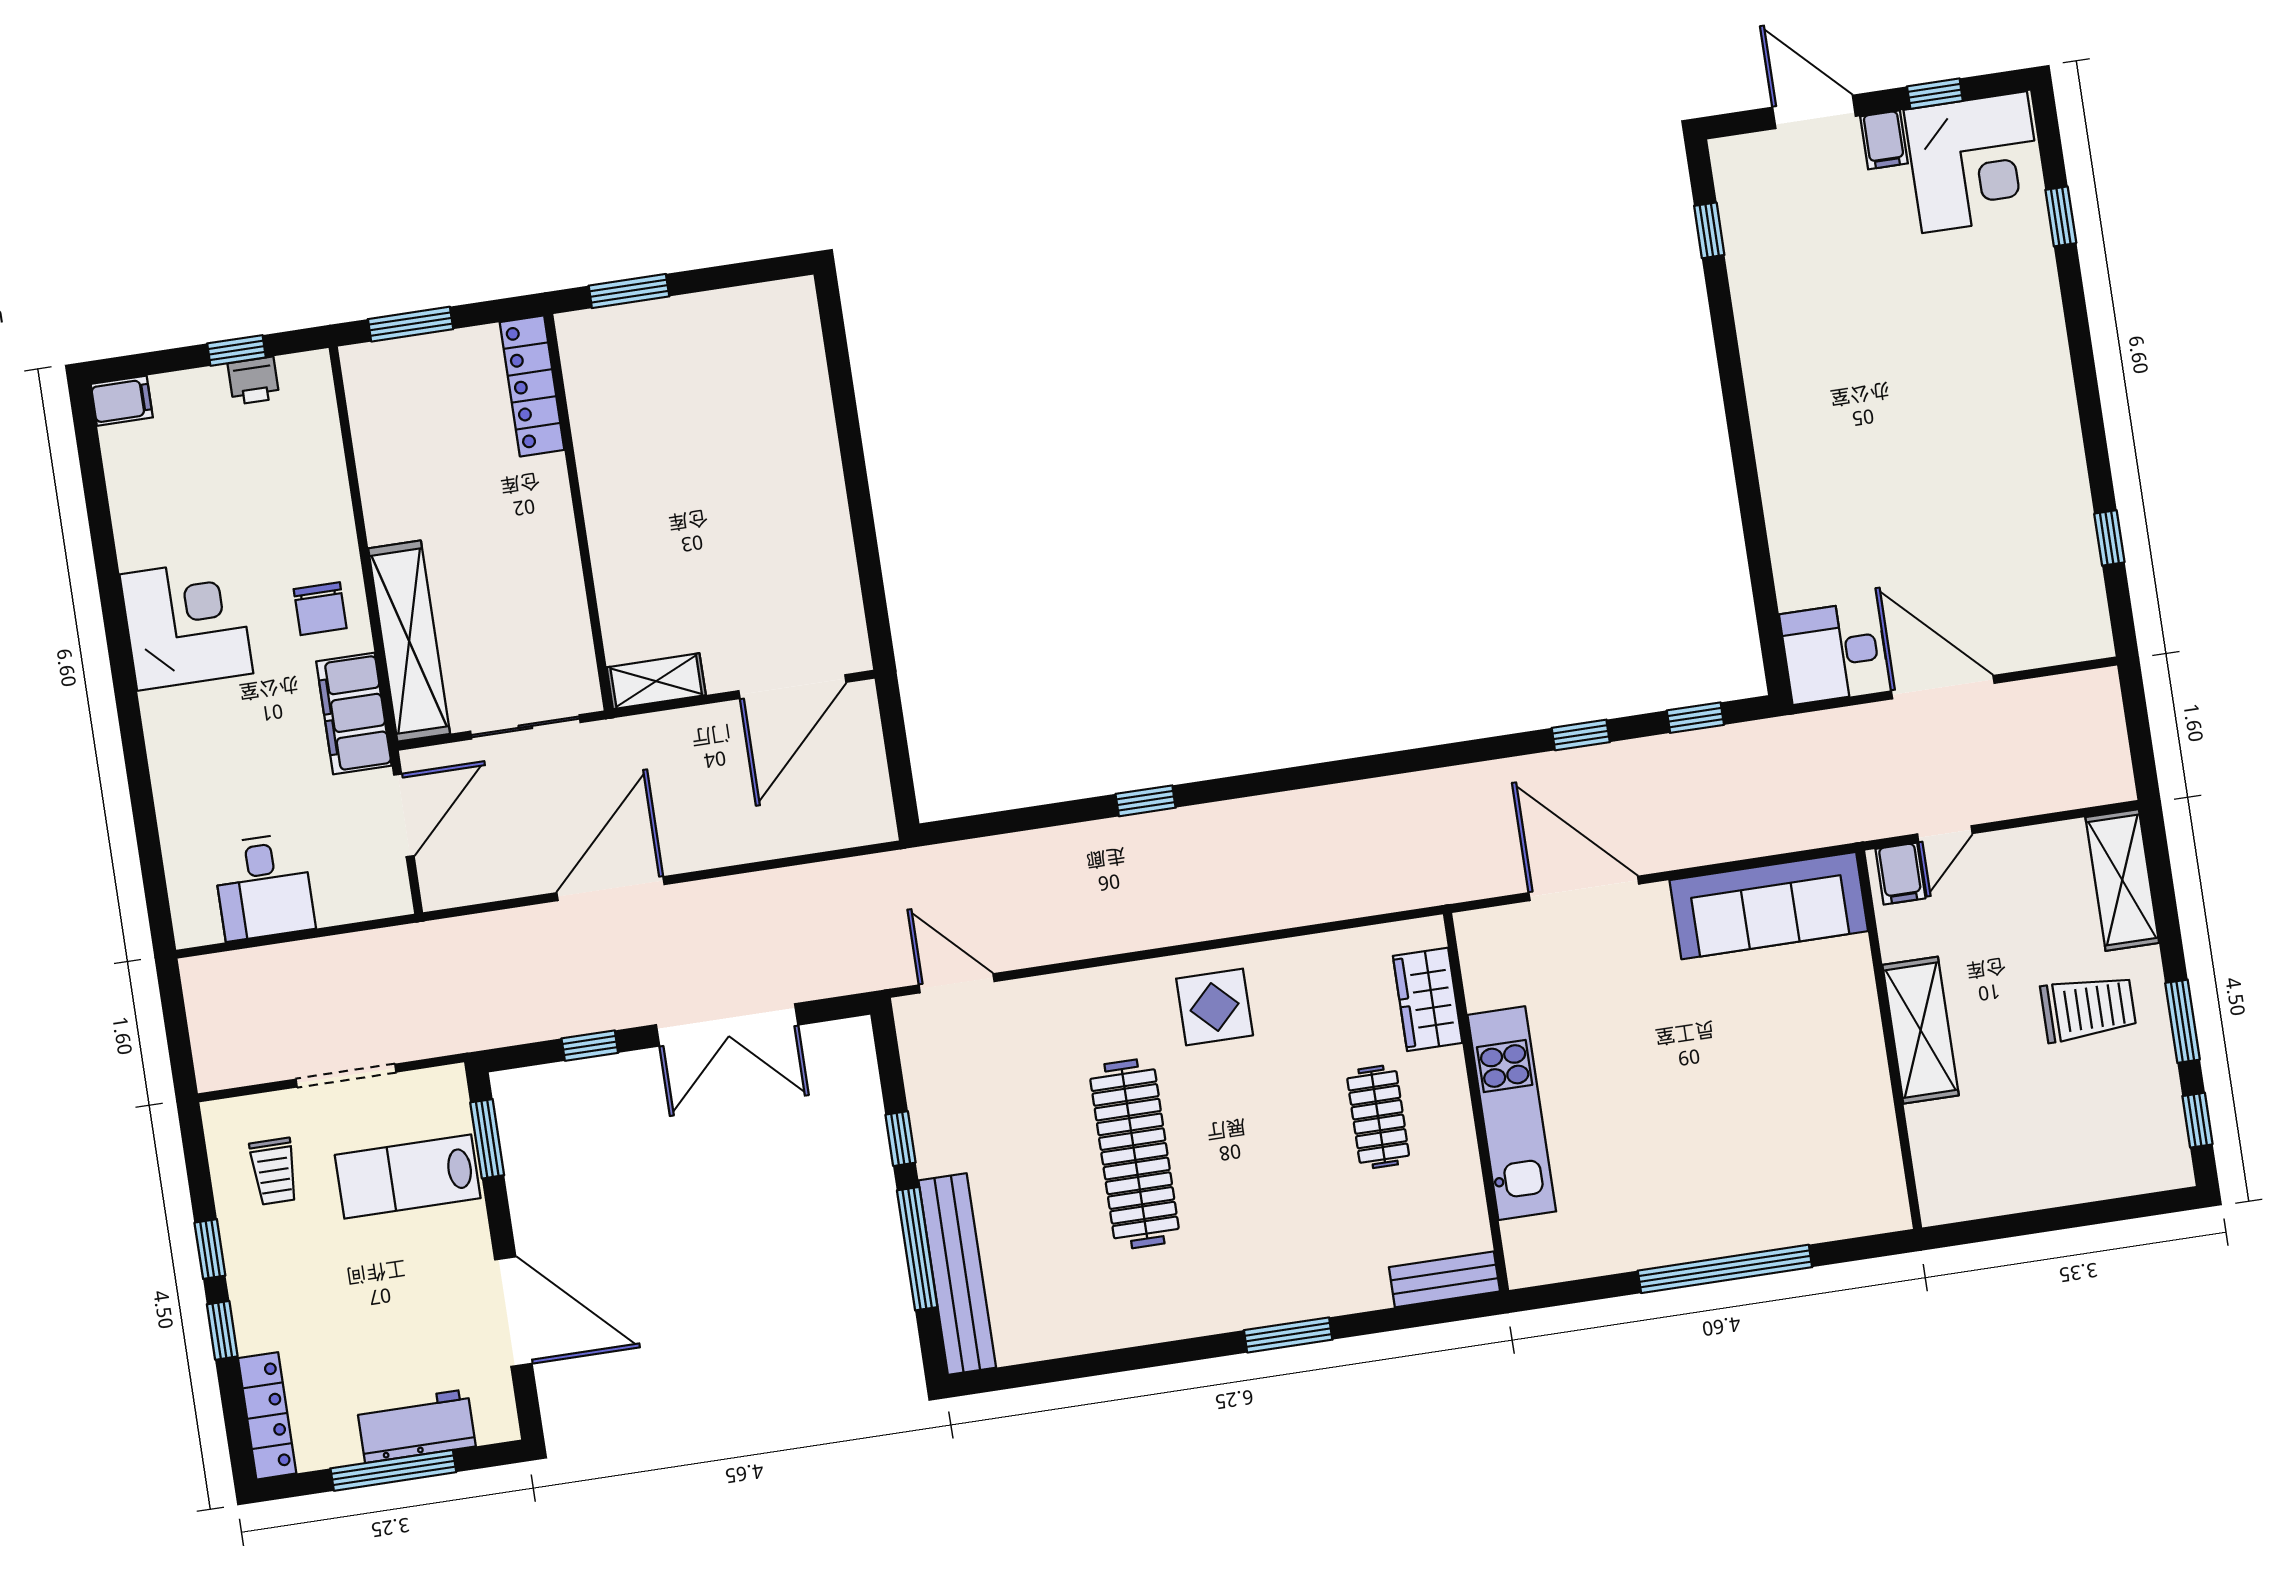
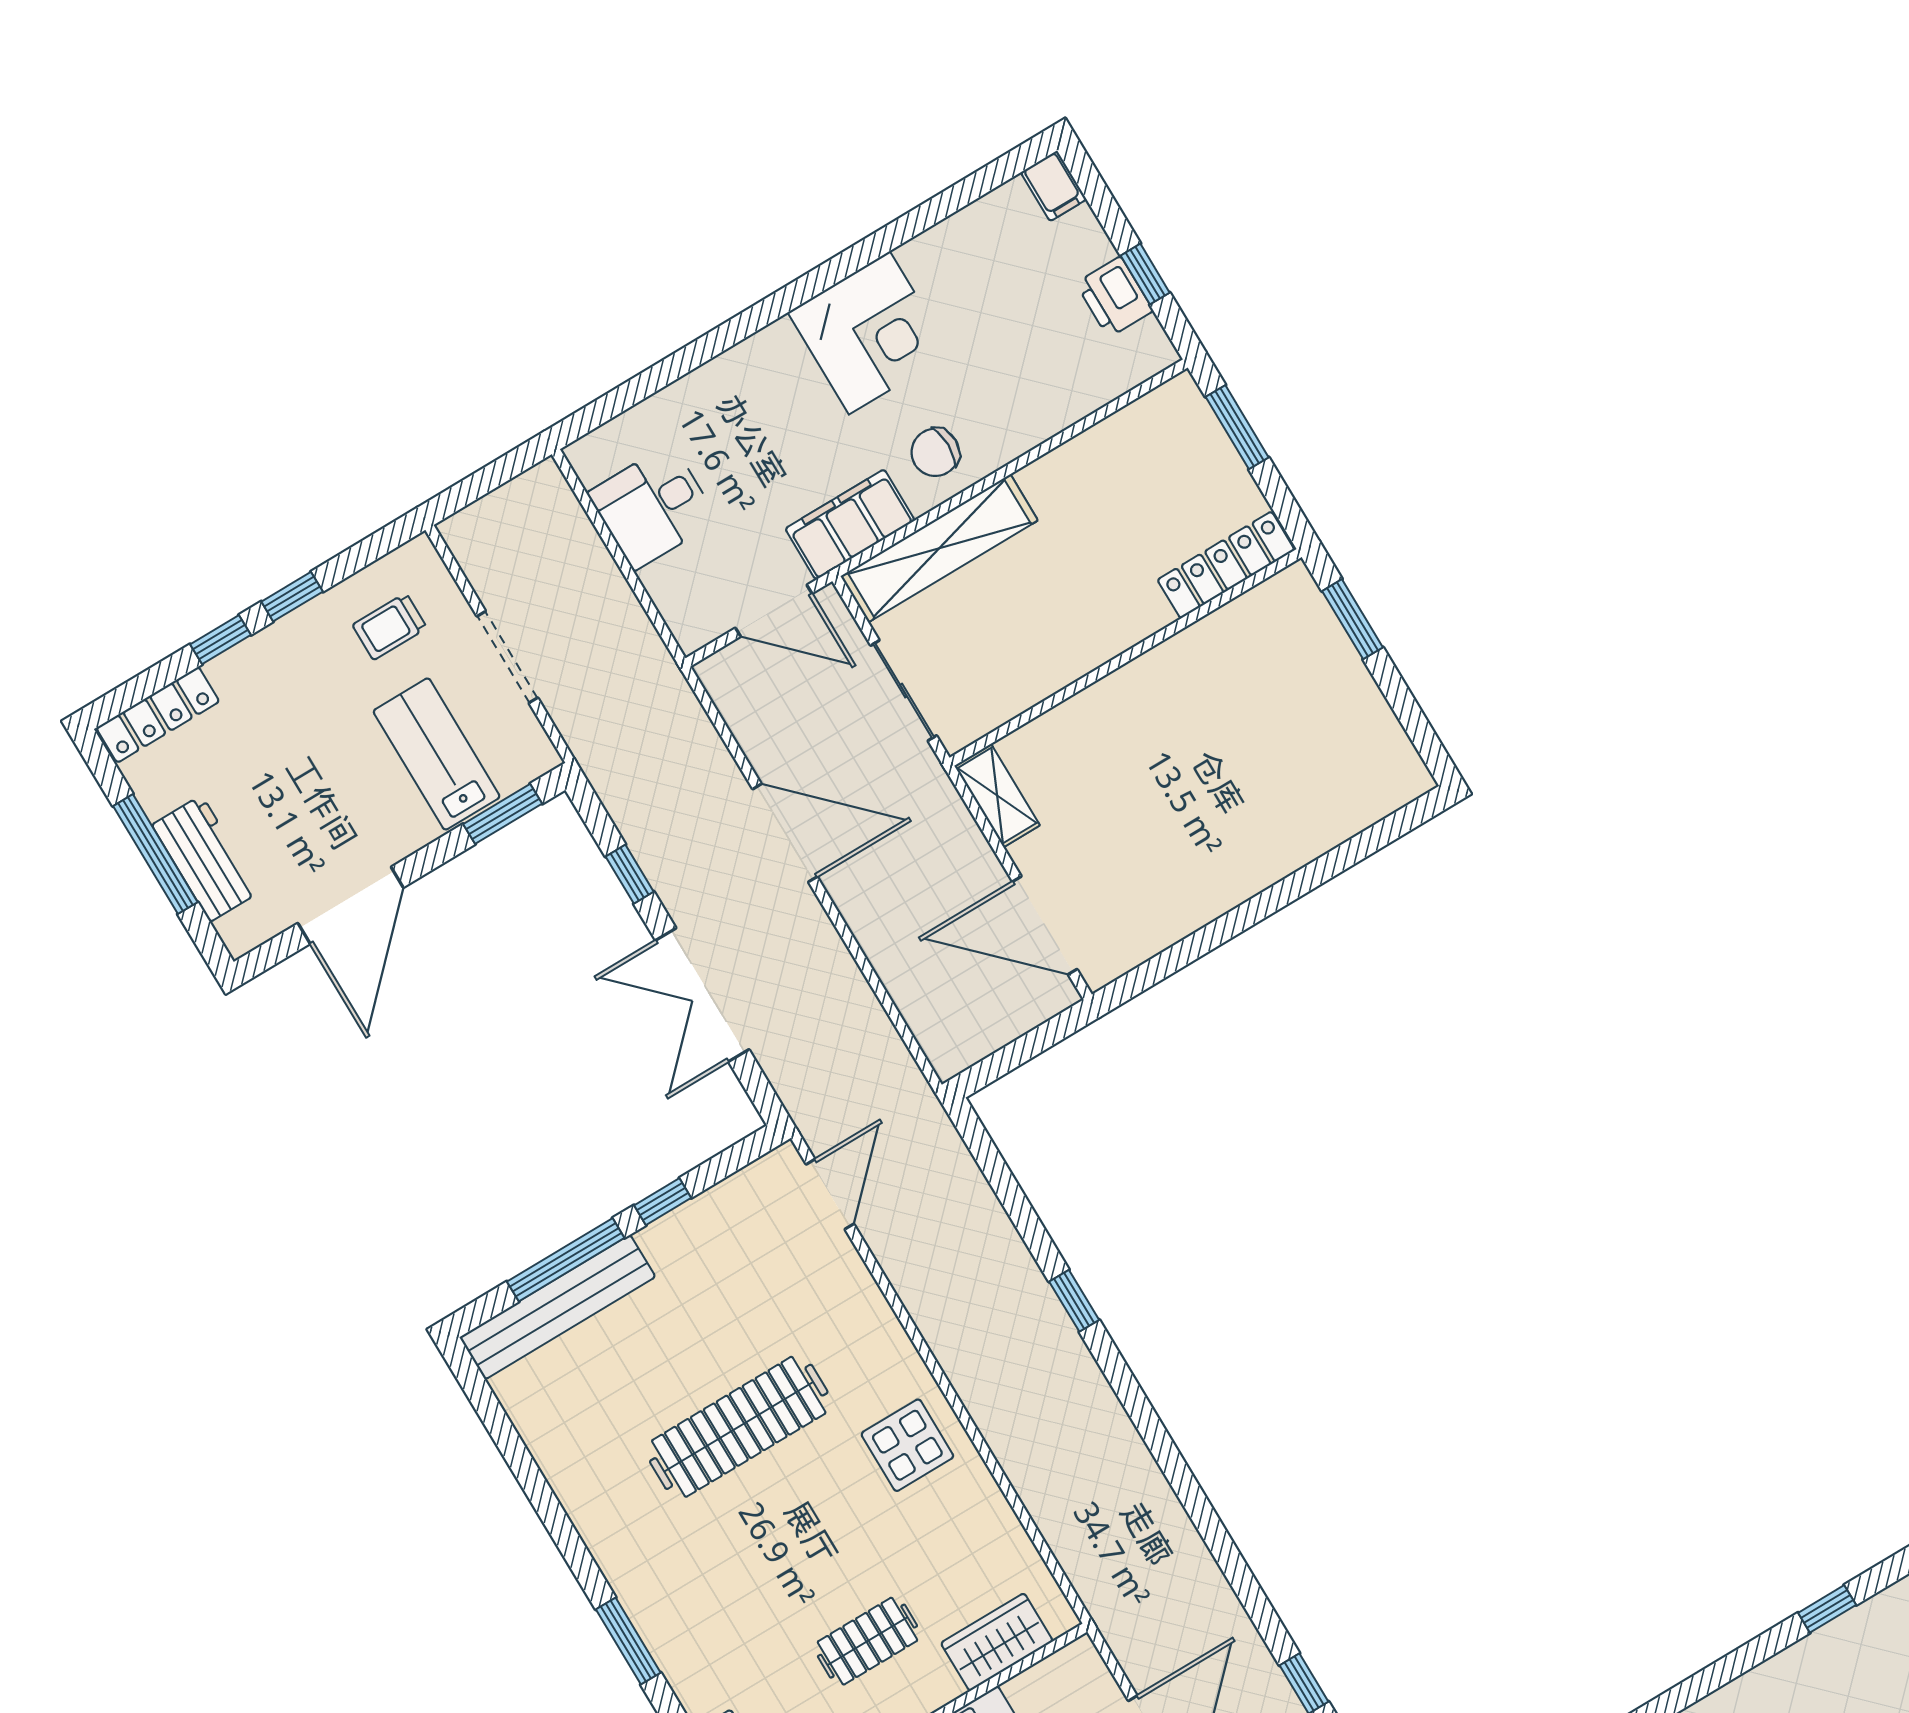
printer: (254, 381) -> (1114, 297), width x1.36, depth x1.24

